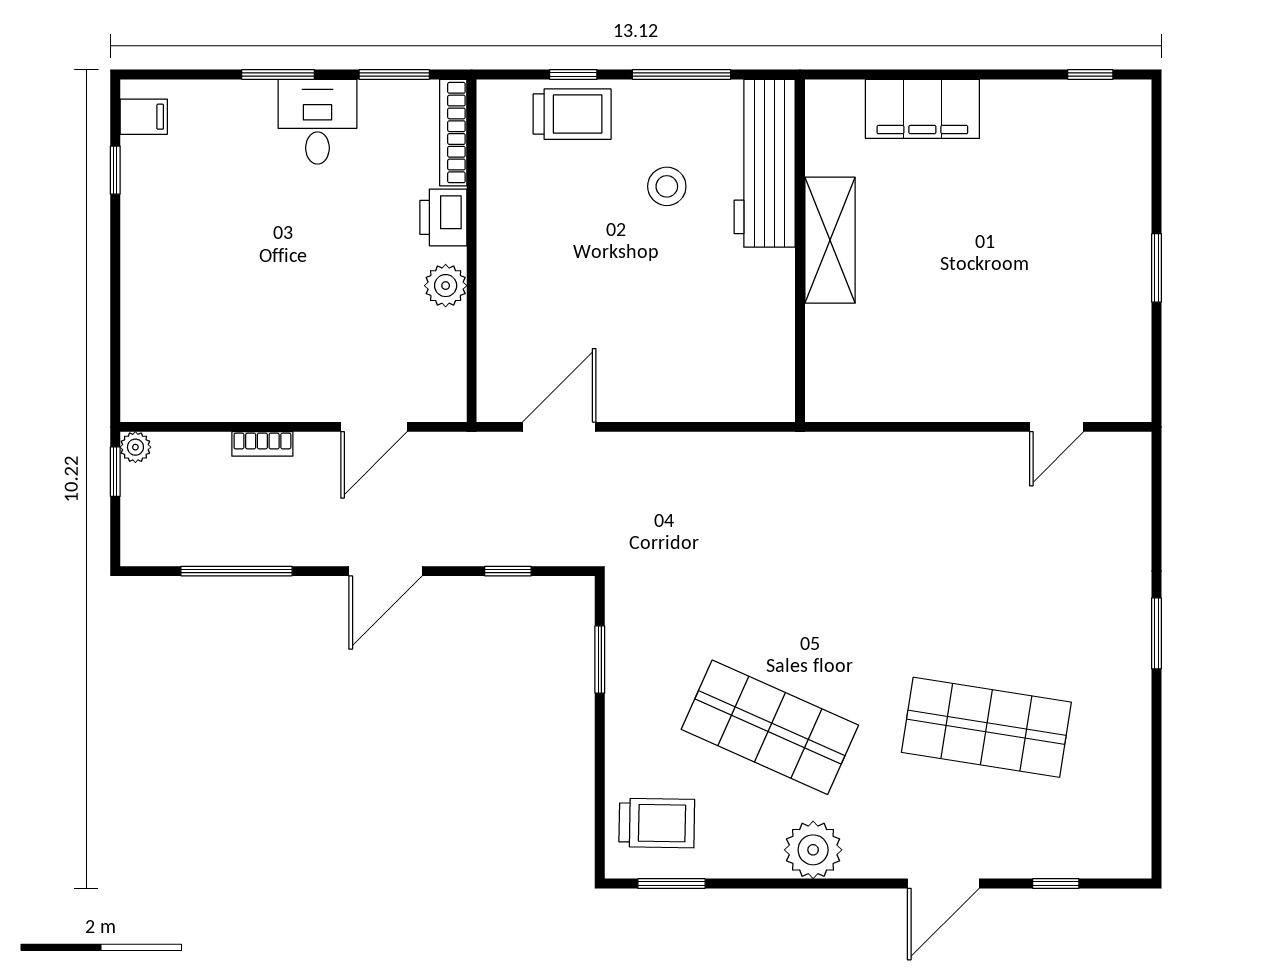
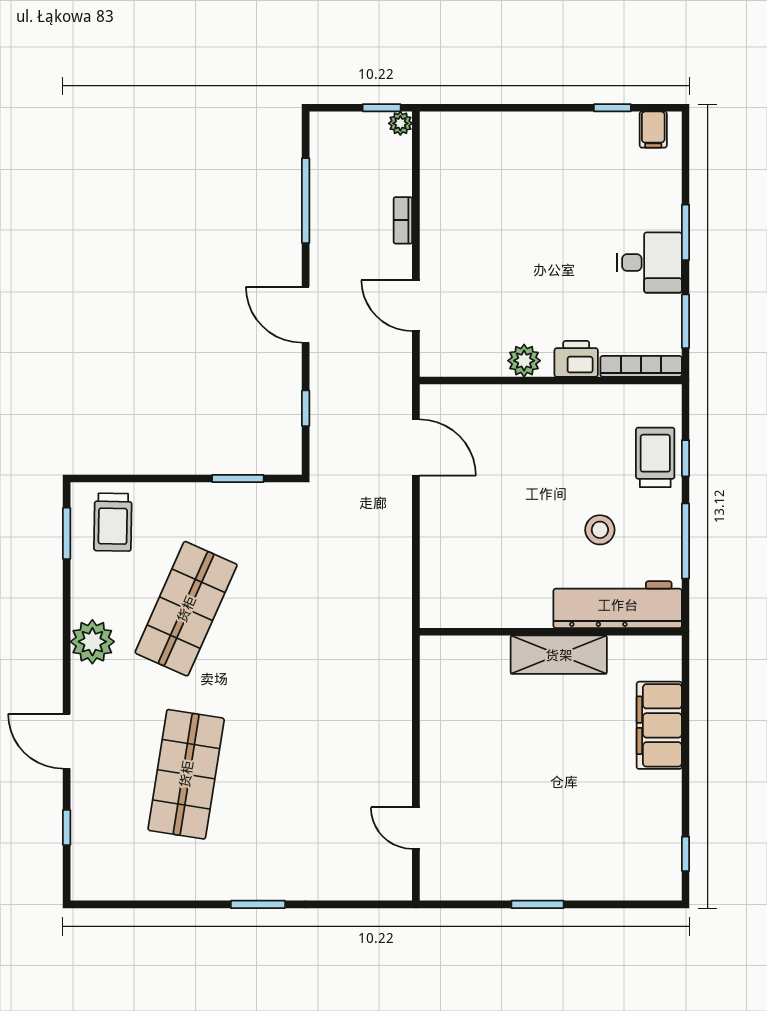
trolley: (572, 114) -> (655, 457), turned 180

